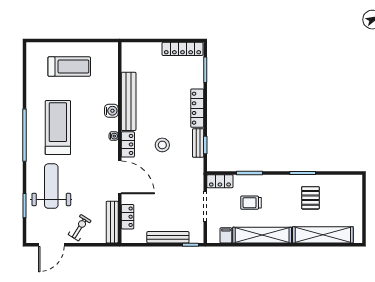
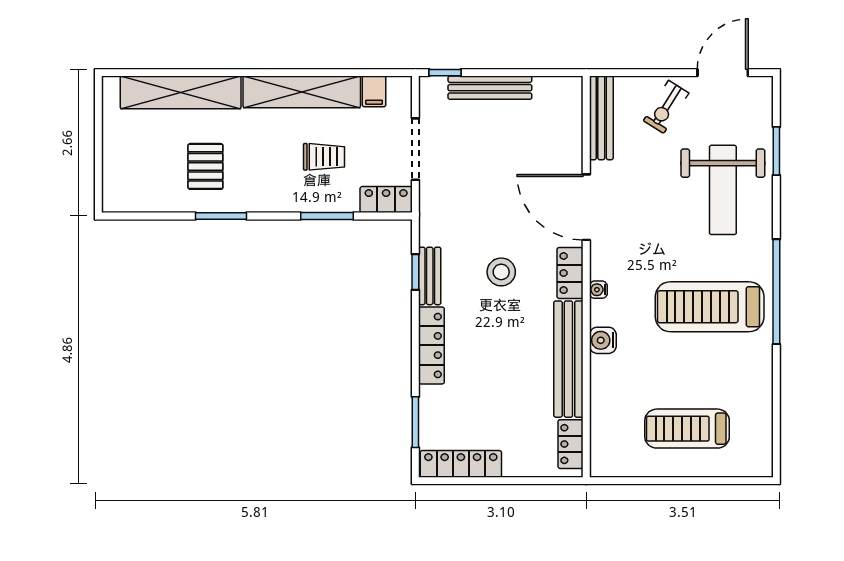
treadmill: (58, 128) -> (710, 307), turned 90
locker: (128, 217) -> (571, 444), moved

